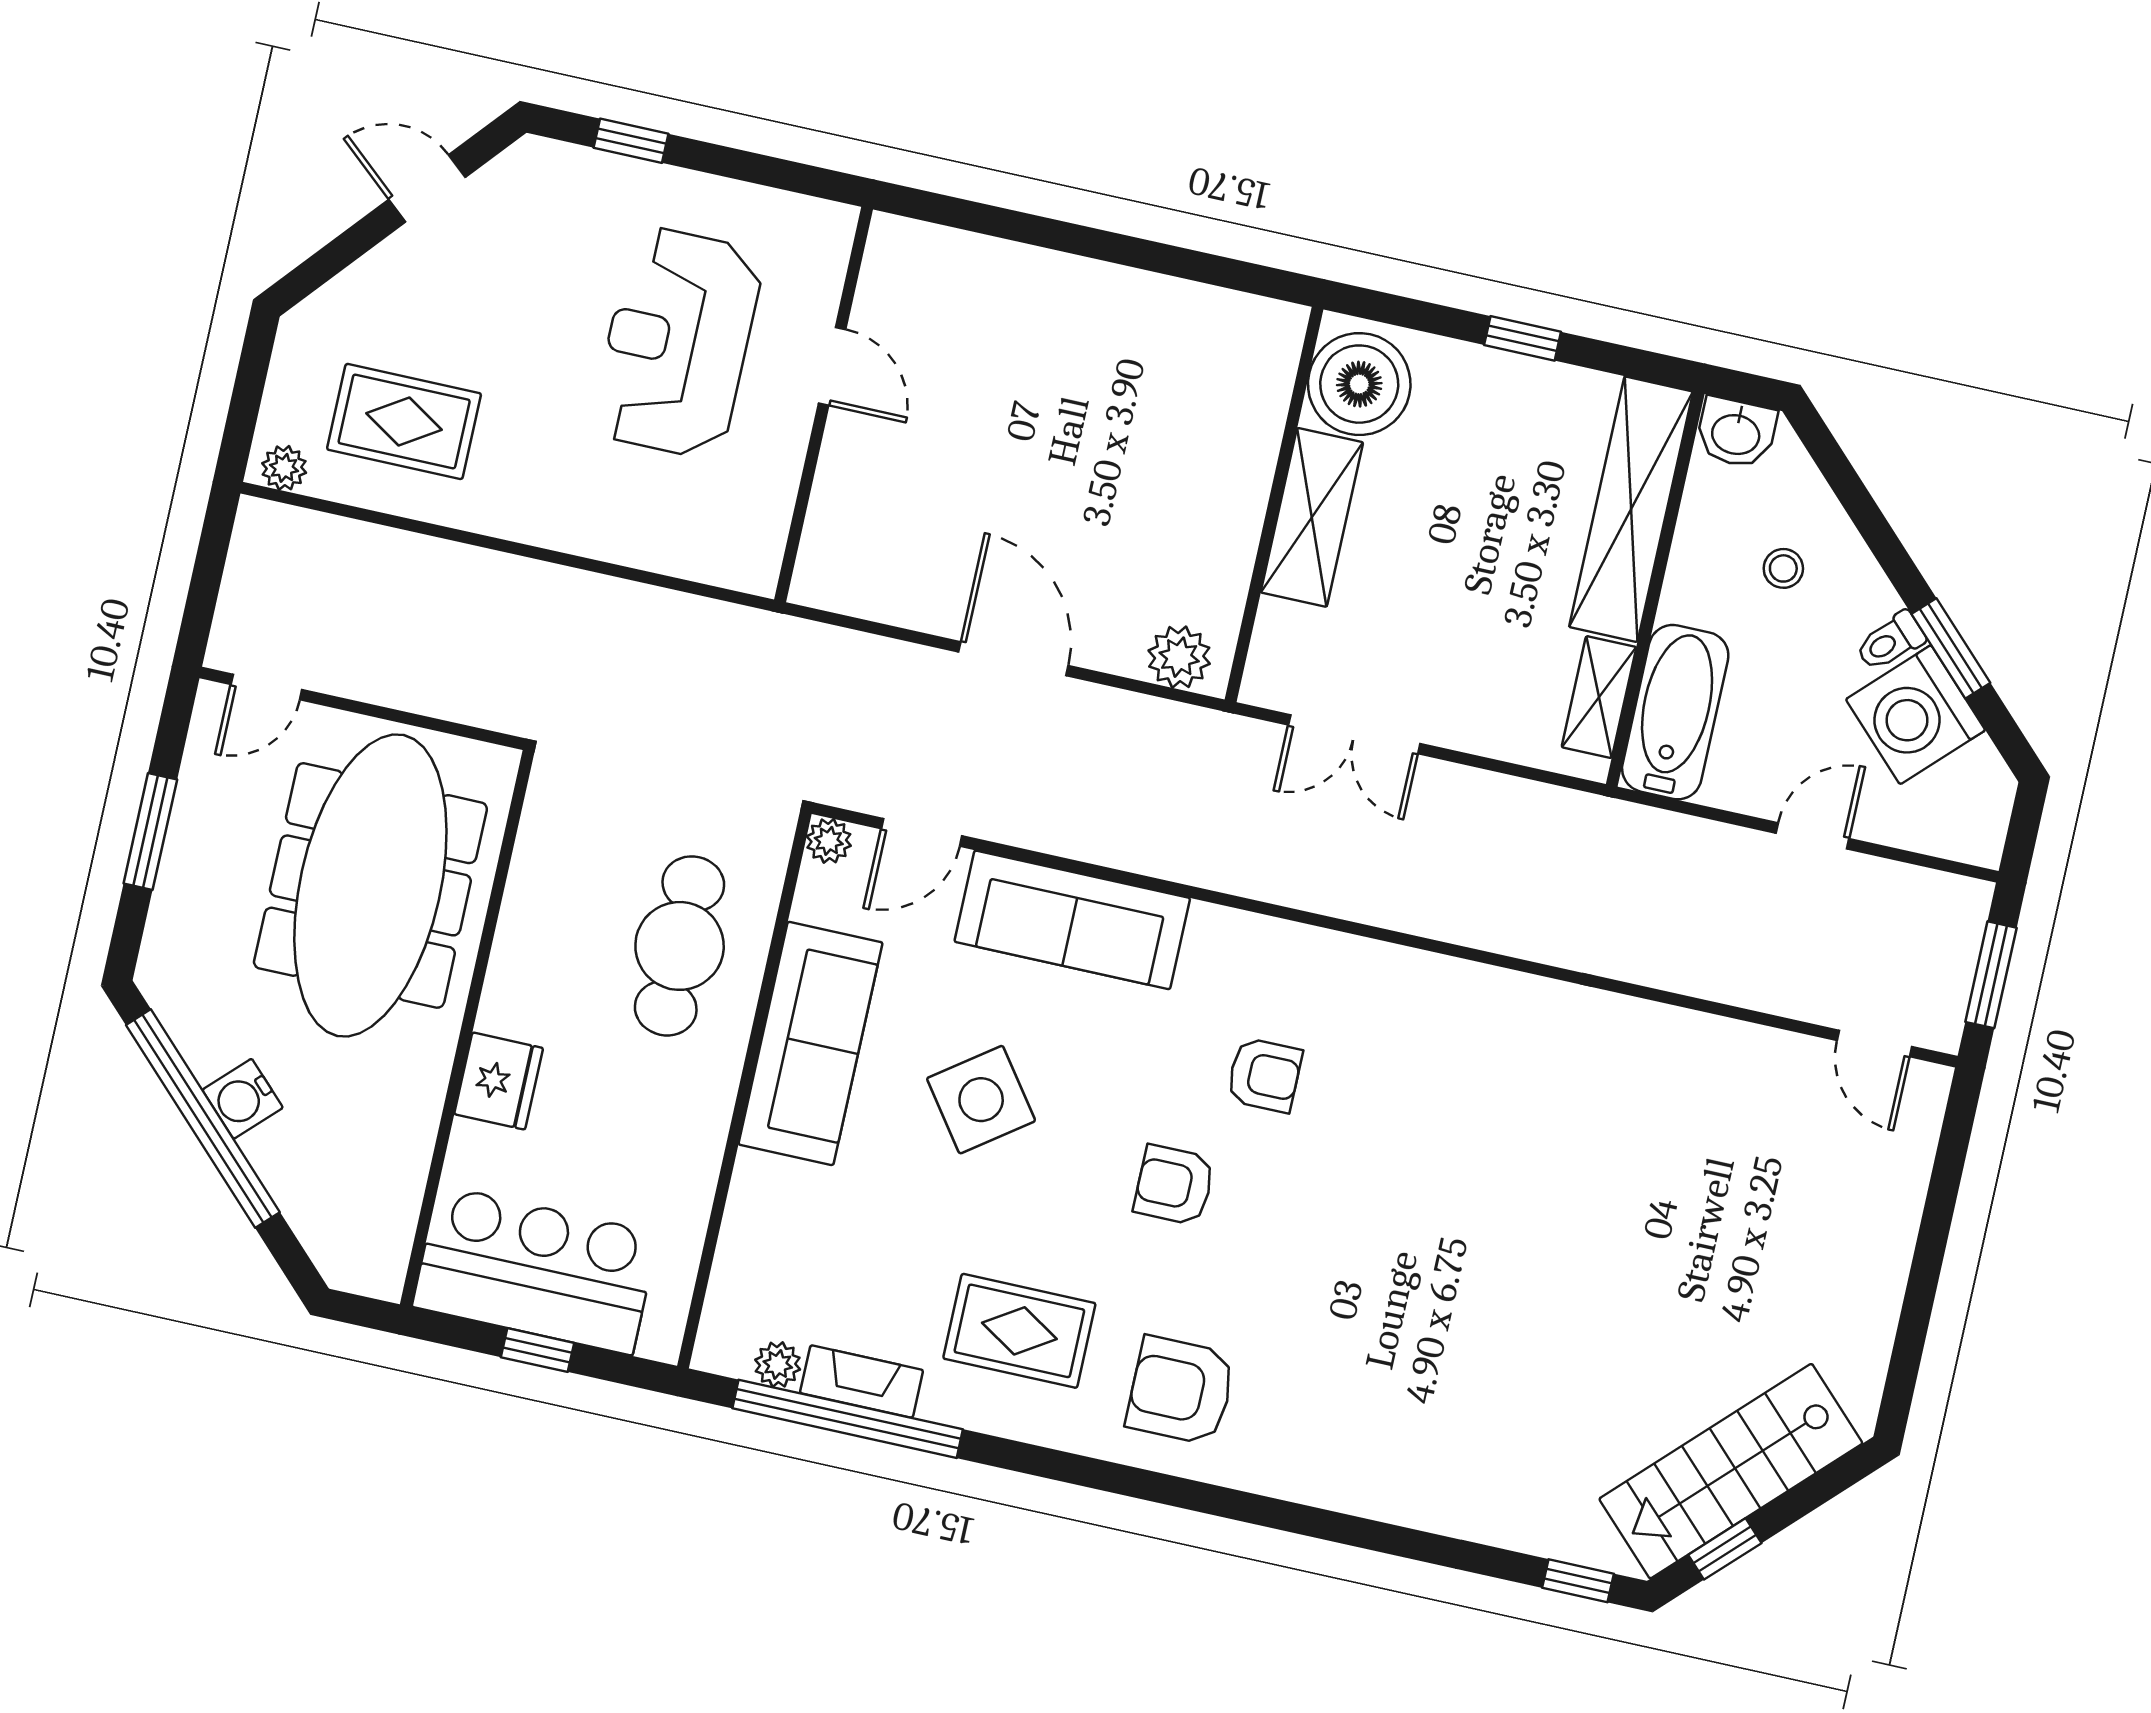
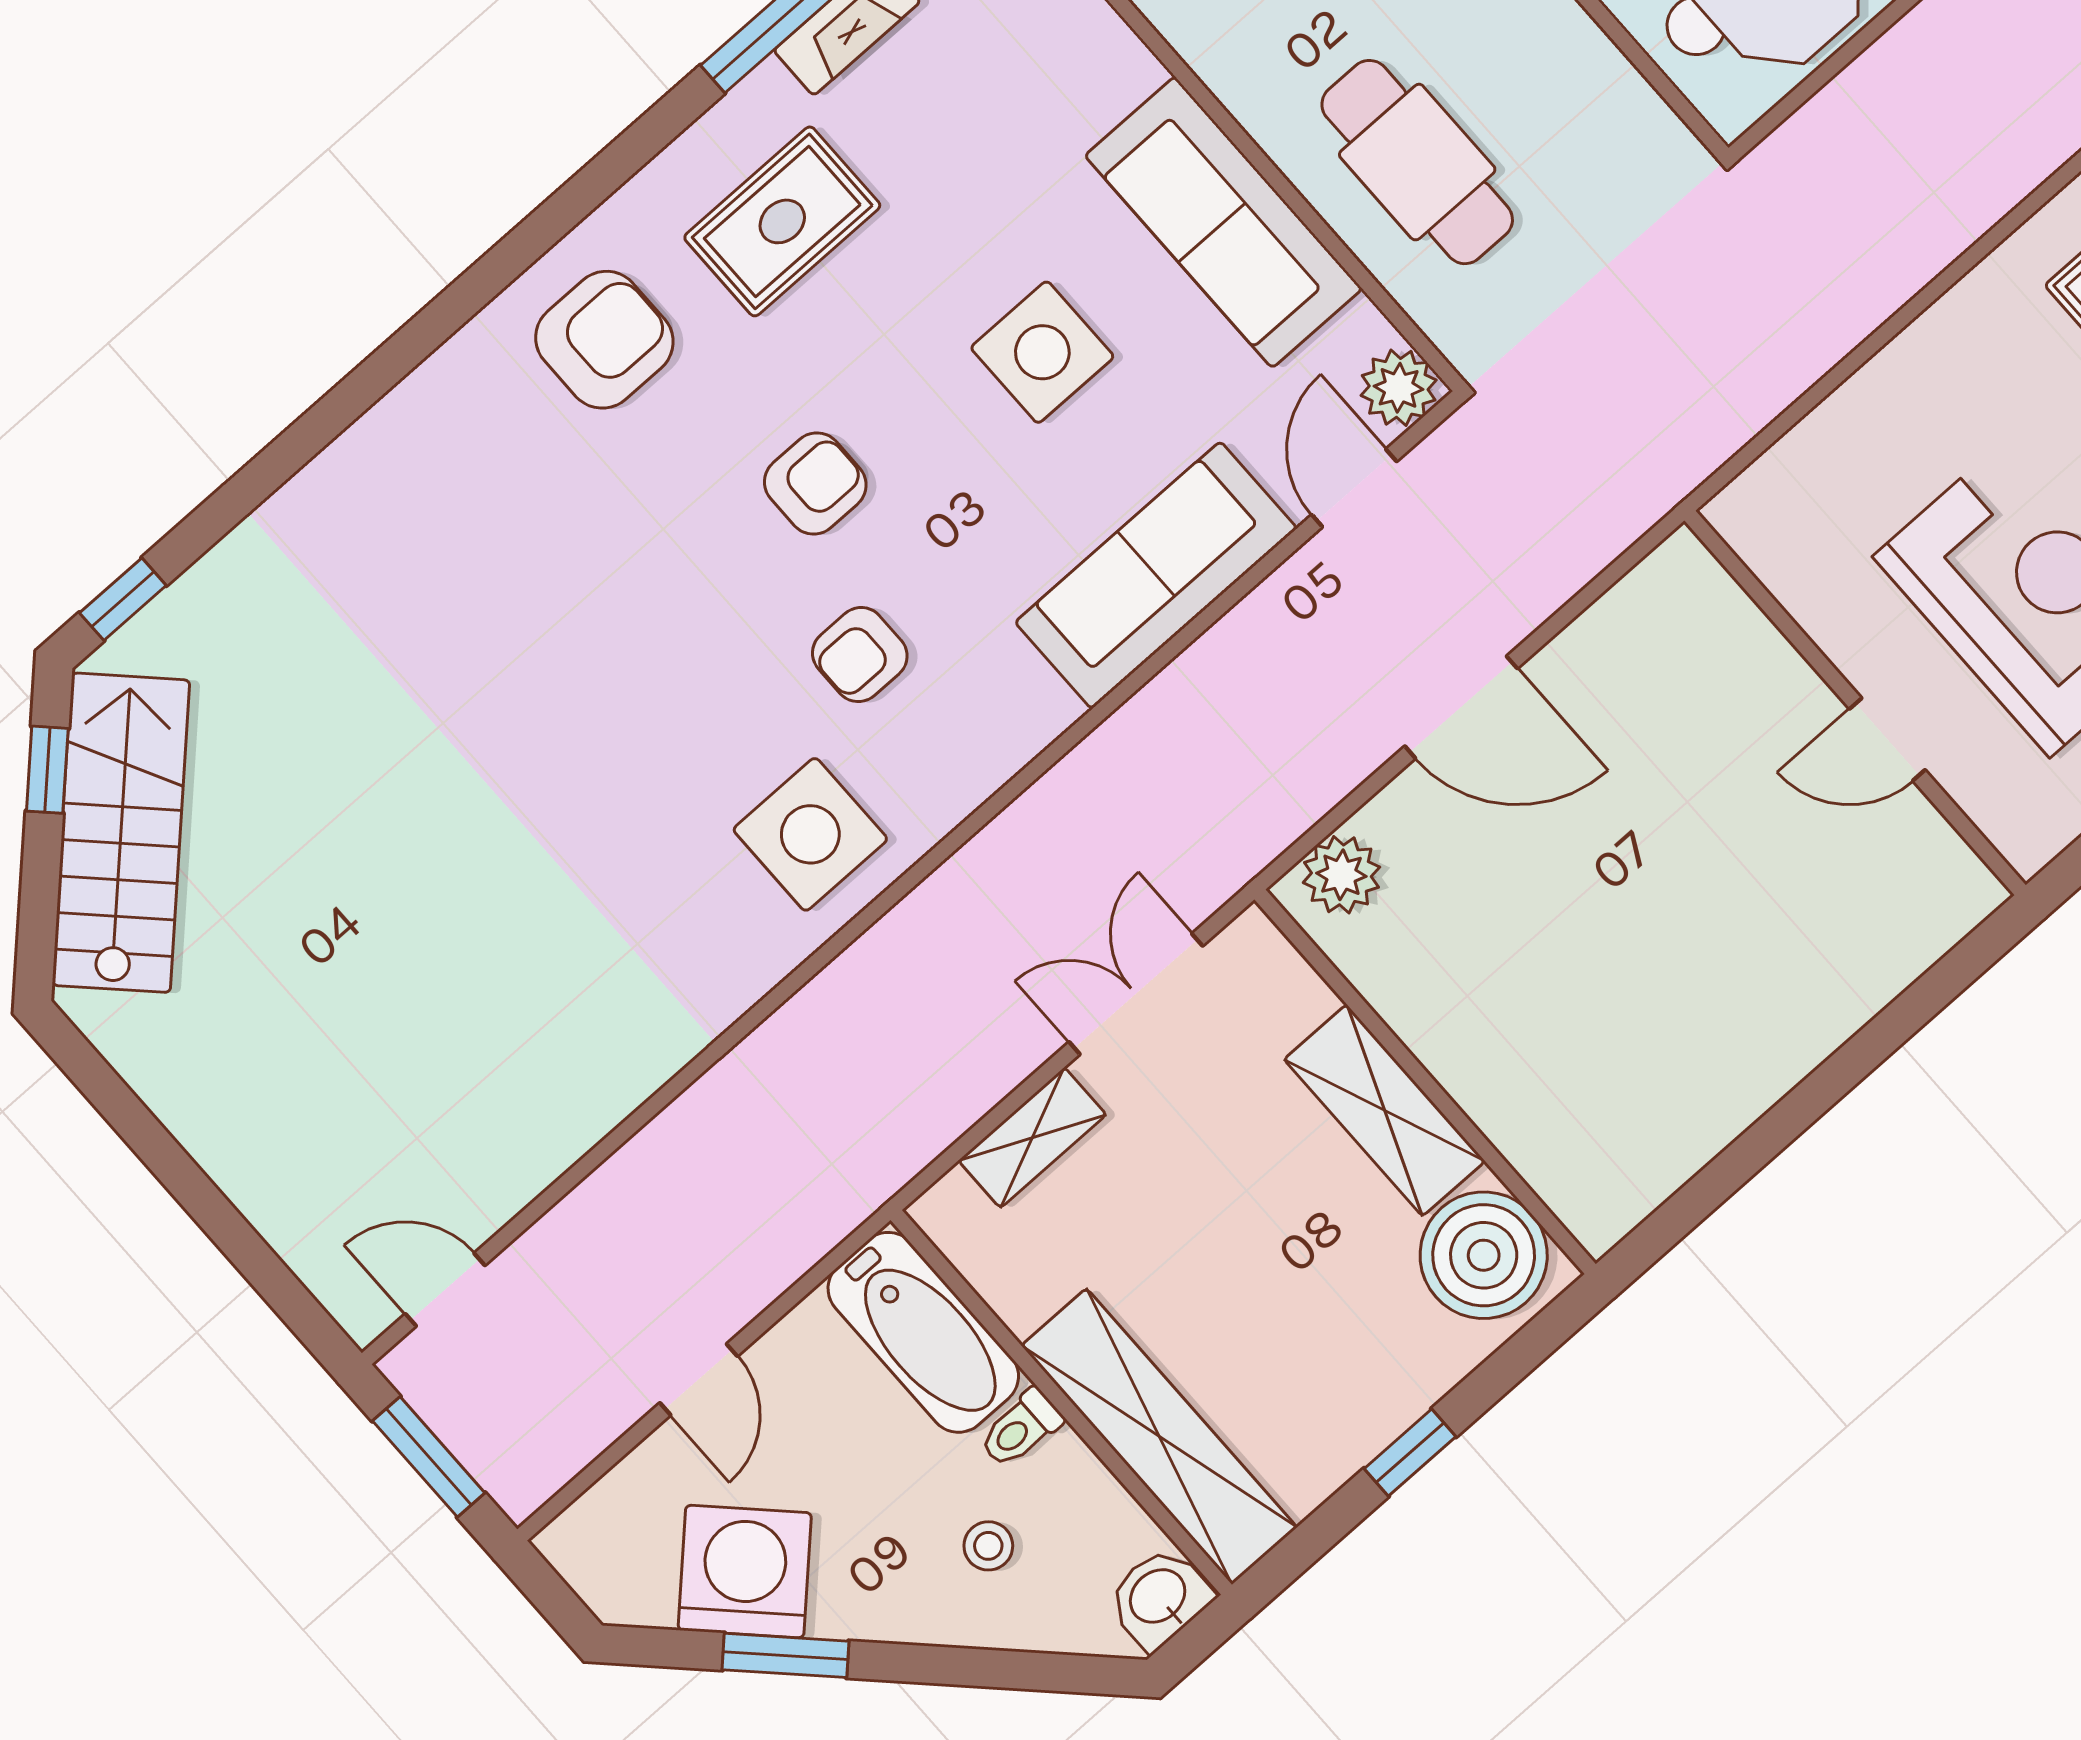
toilet: (1890, 641) -> (1021, 1428), moved, turned -135
shelving: (1599, 697) -> (1032, 1138), moved, turned 90
plant: (829, 841) -> (1399, 388), width x1.38, depth x1.38
side table: (1405, 1022) -> (810, 834), added
side table: (981, 1100) -> (1042, 352), turned 36

